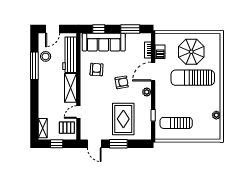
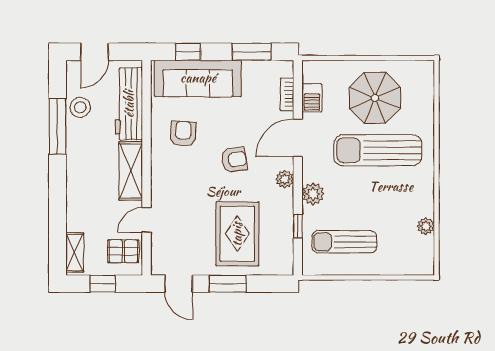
plant: (161, 99) -> (313, 194), added

